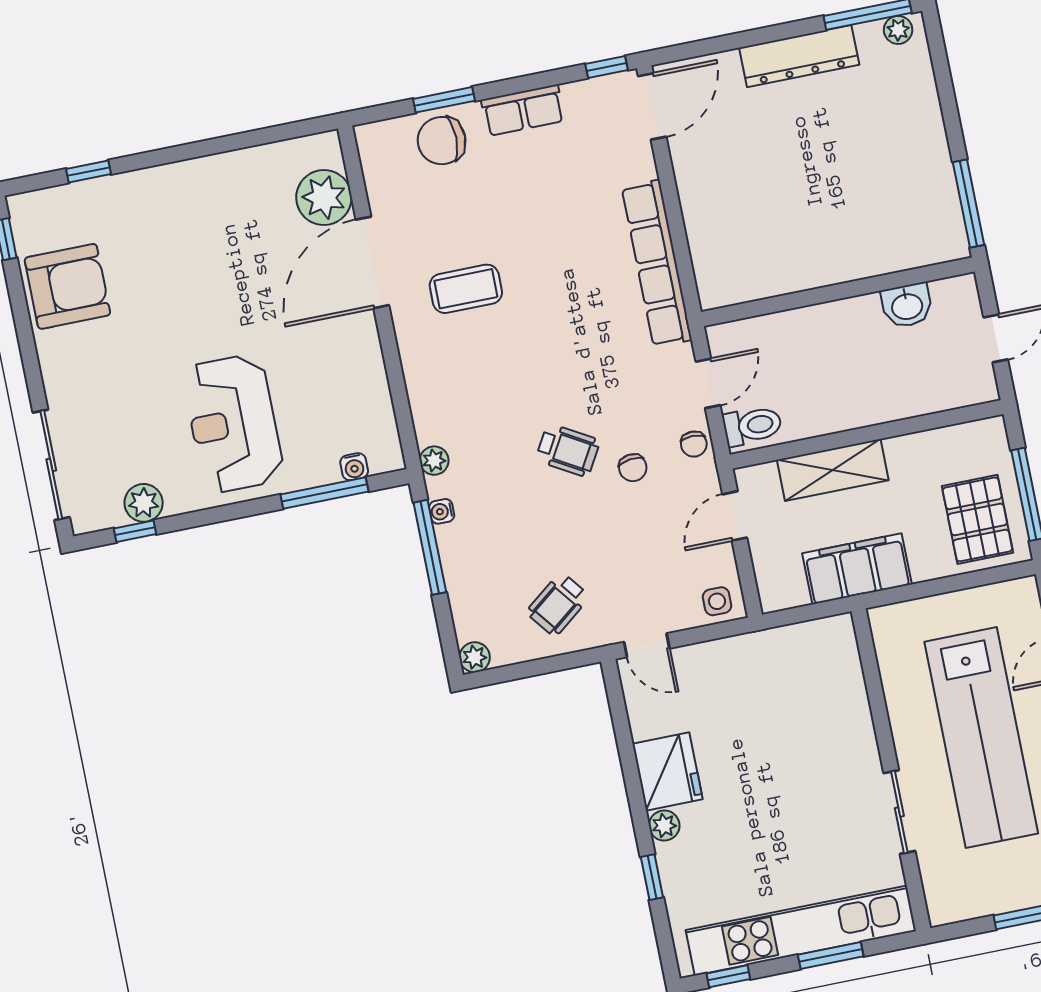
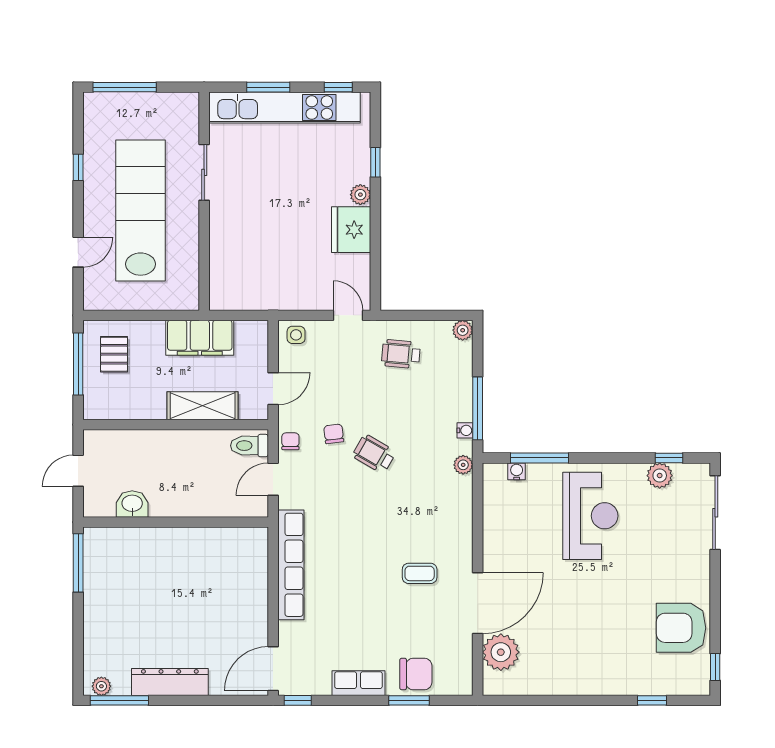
coffee table: (466, 289) -> (420, 573), width x0.73, depth x0.77
pallet: (977, 519) -> (114, 354), width x0.67, depth x0.71
wheelchair: (558, 604) -> (401, 354), turned -137

